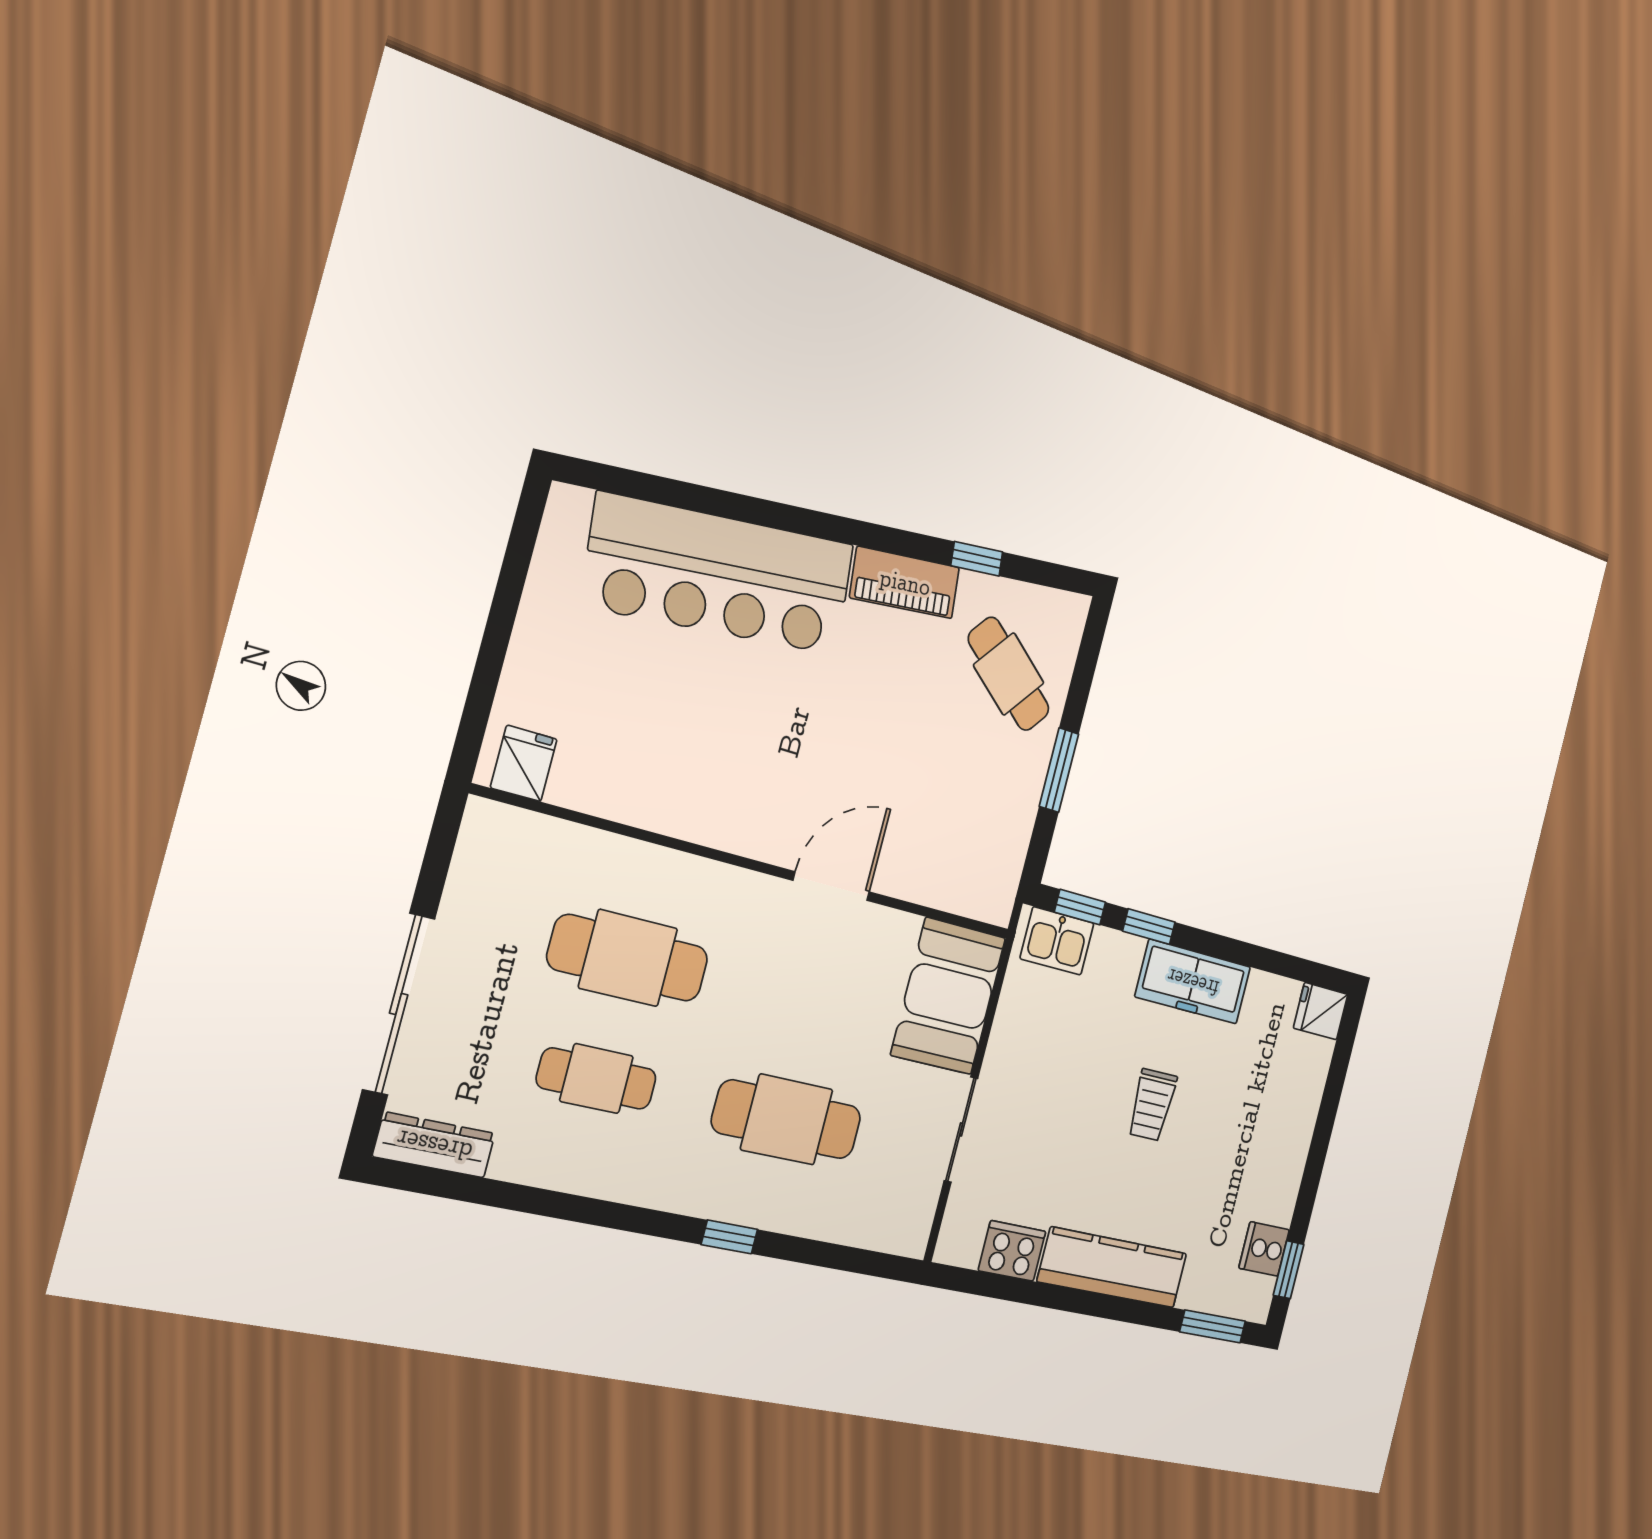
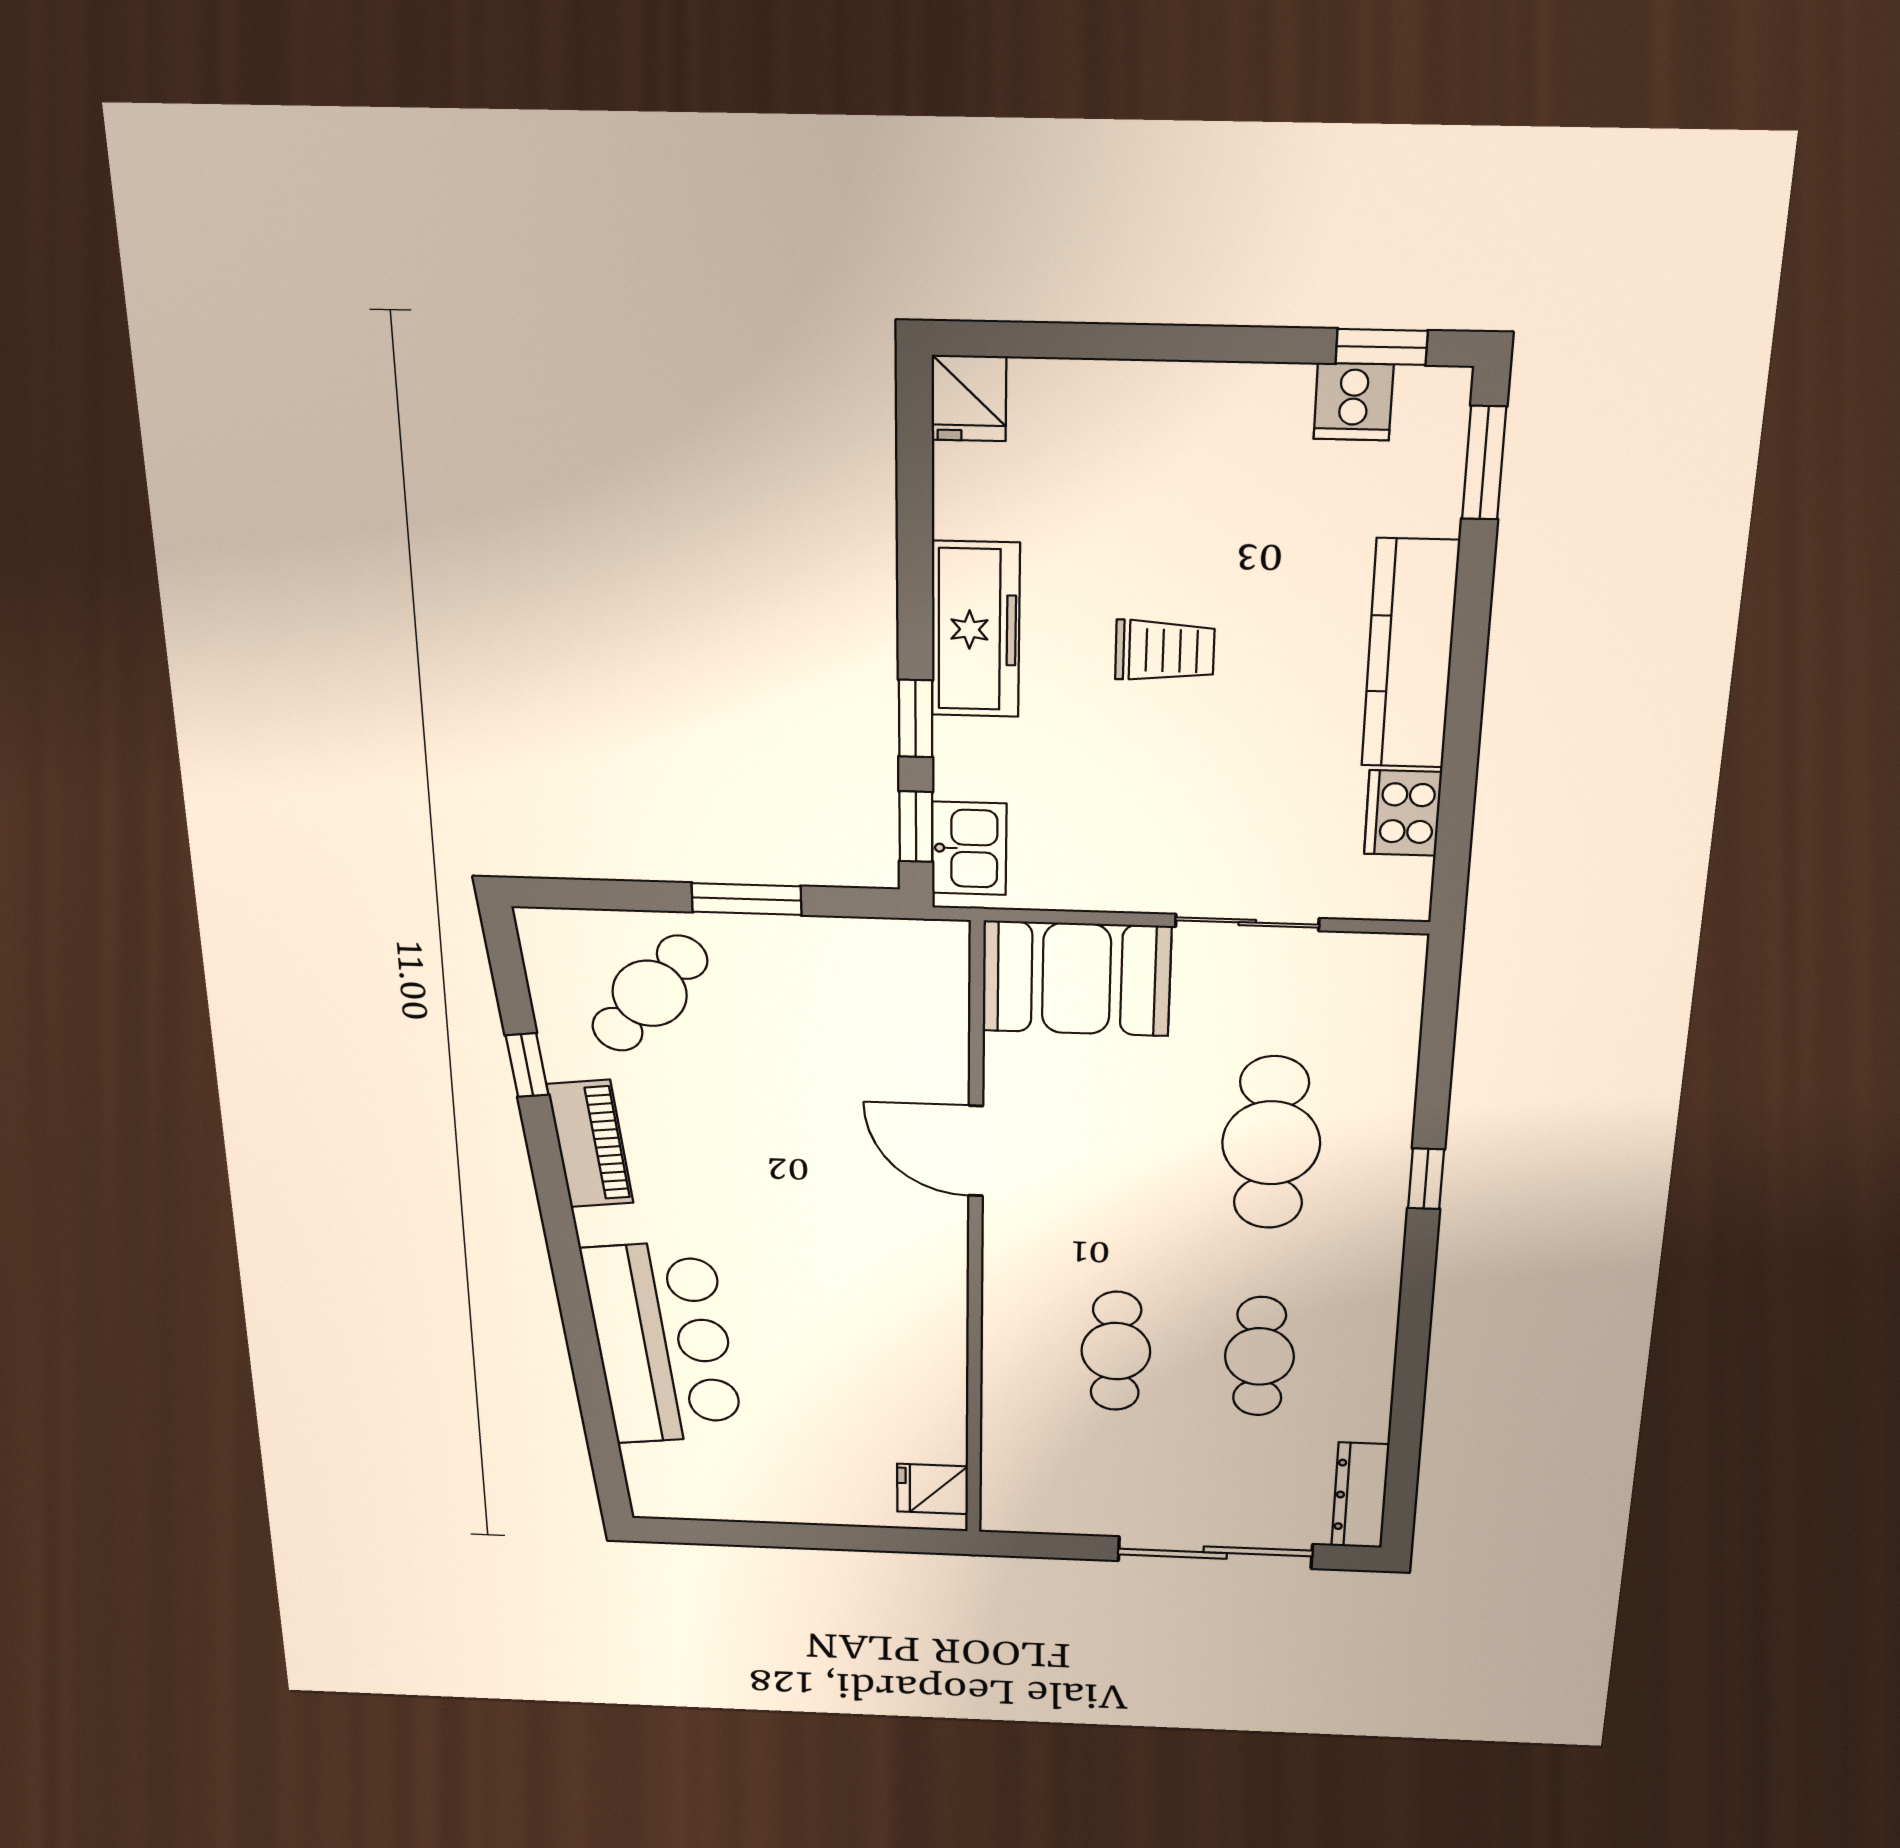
bar counter: (720, 575) -> (663, 1343), width x0.73
cafe table: (628, 958) -> (1116, 1351), width x0.73, depth x0.74

